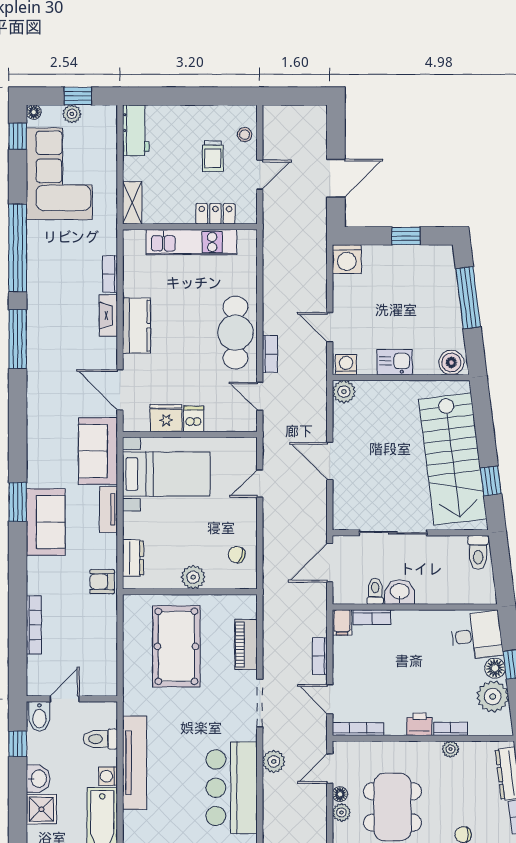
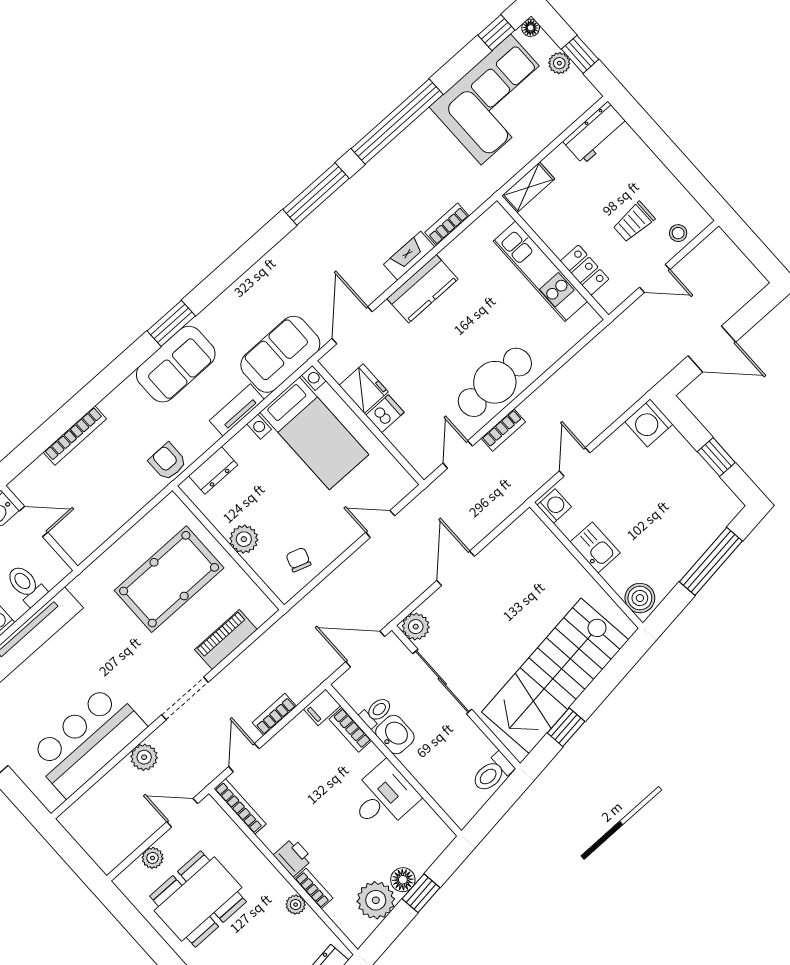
plant: (344, 392) -> (416, 627), moved
desk: (477, 636) -> (383, 797), moved, turned -83
floor lamp: (340, 794) -> (168, 842), removed

